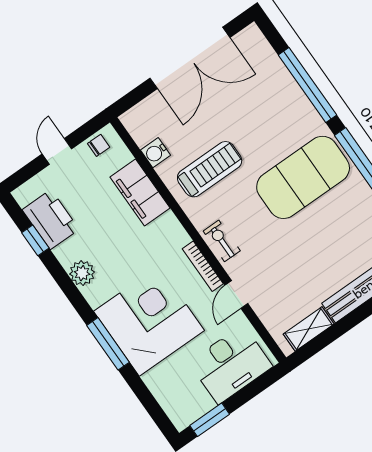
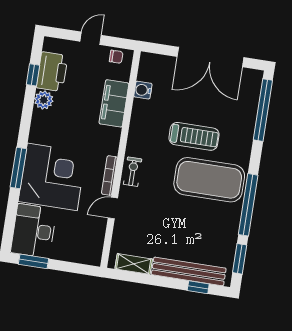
window: (307, 85) -> (263, 110), moved
treadmill: (210, 169) -> (194, 136), moved
plant: (82, 273) -> (44, 100), moved
desk: (231, 364) -> (34, 231), moved, turned 90

